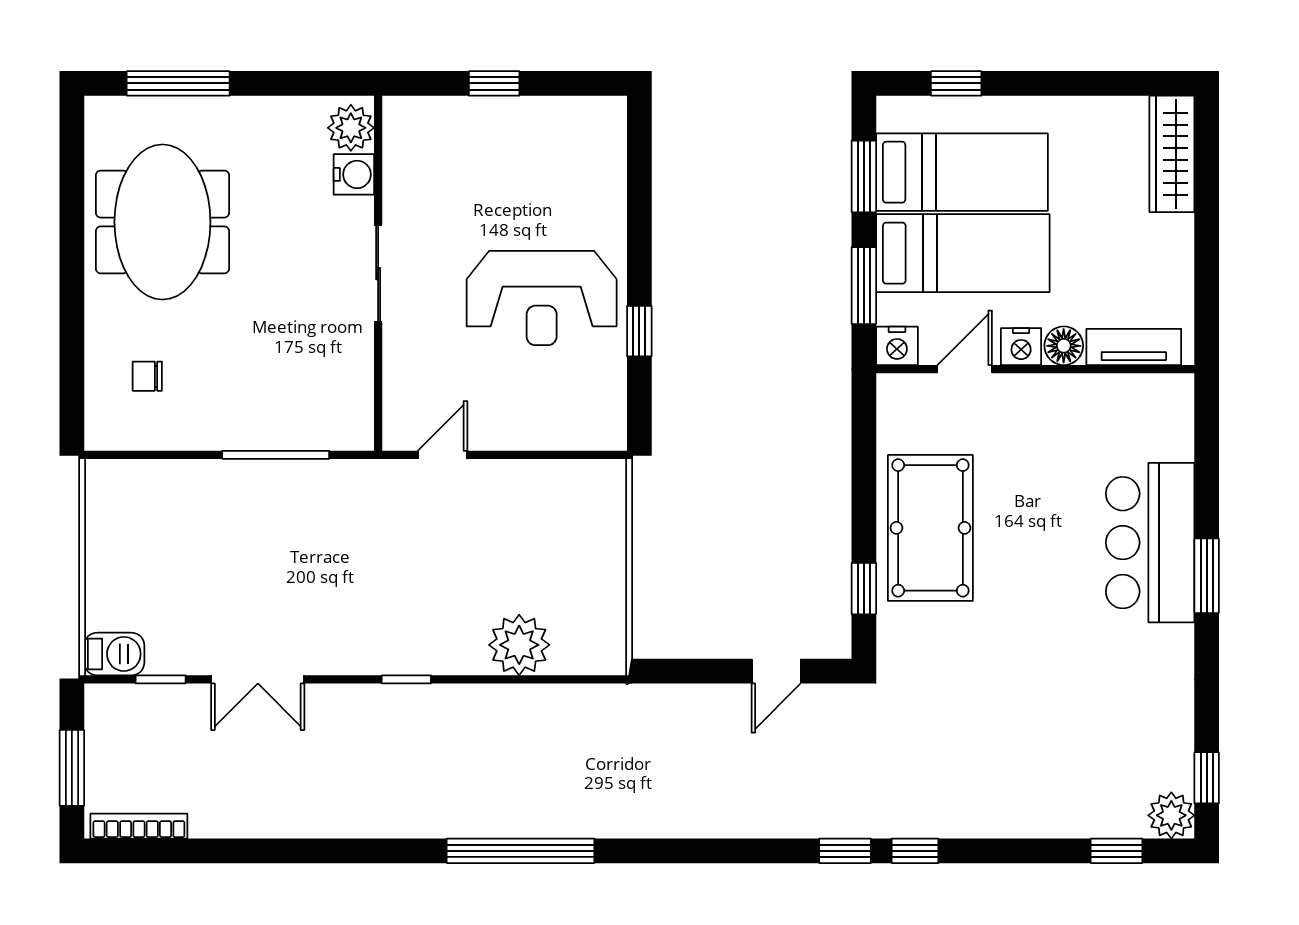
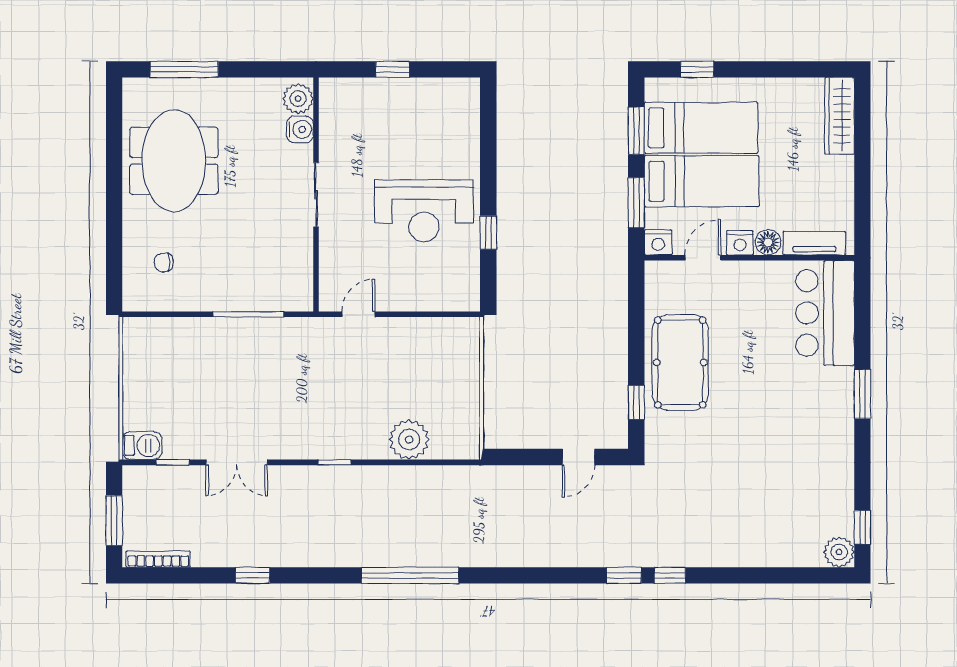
bar counter: (1150, 543) -> (825, 313), moved
window: (1116, 851) -> (253, 575), moved

